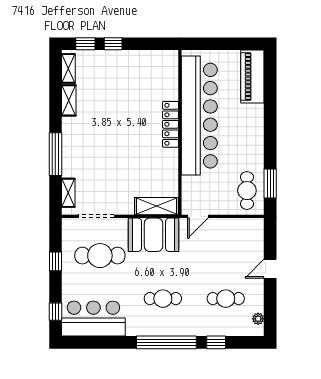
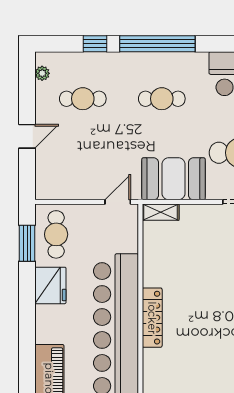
fridge: (252, 150) -> (50, 285), added
shelving: (157, 206) -> (161, 212), width x0.67, depth x0.75

